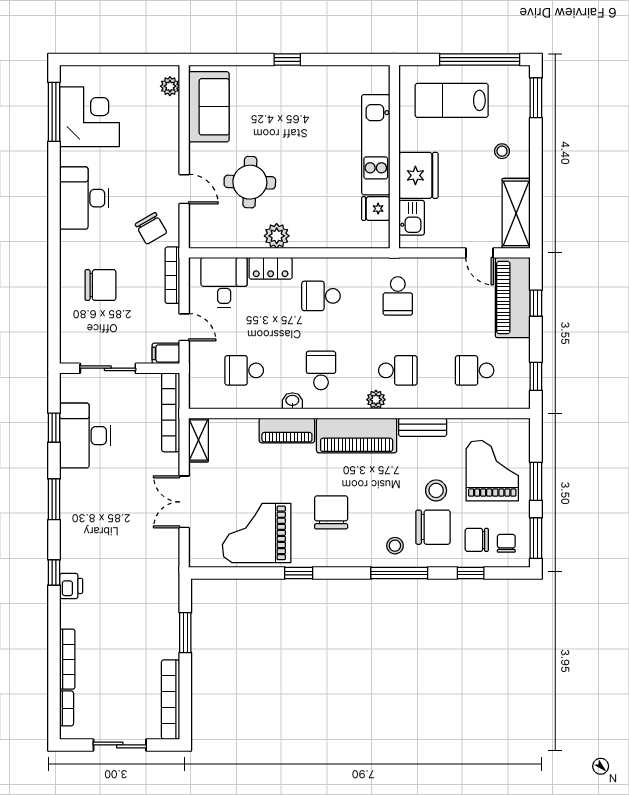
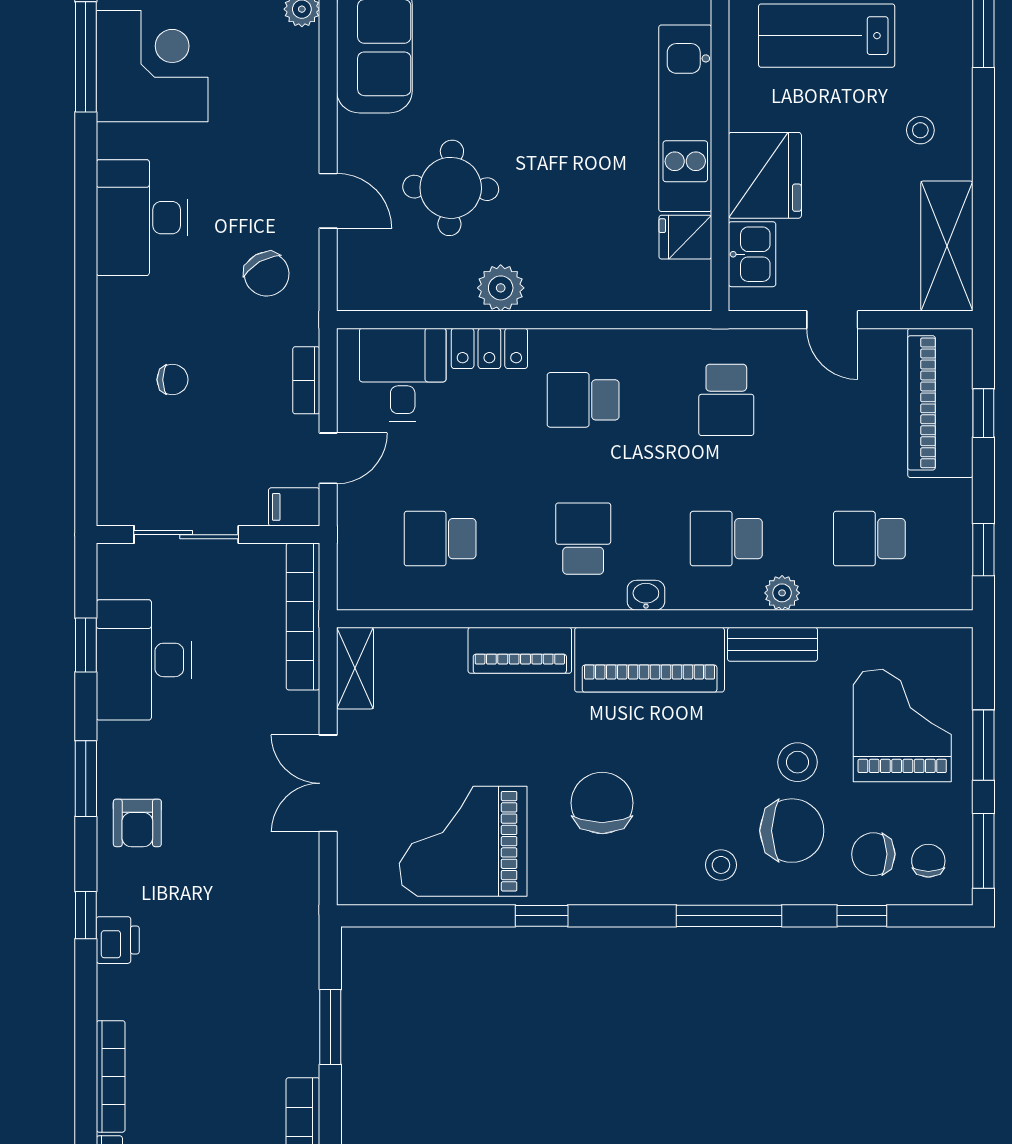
door: (479, 253) -> (832, 320), moved
bookcase: (172, 275) -> (306, 380), width x0.64
chair: (100, 285) -> (172, 380), width x0.54, depth x0.54
door: (184, 327) -> (328, 458), hinge flipped
school desk: (398, 370) -> (726, 539), turned 180
plant: (376, 400) -> (782, 593), moved
washbasin: (292, 401) -> (646, 595), moved
armchair: (82, 523) -> (137, 823), added

